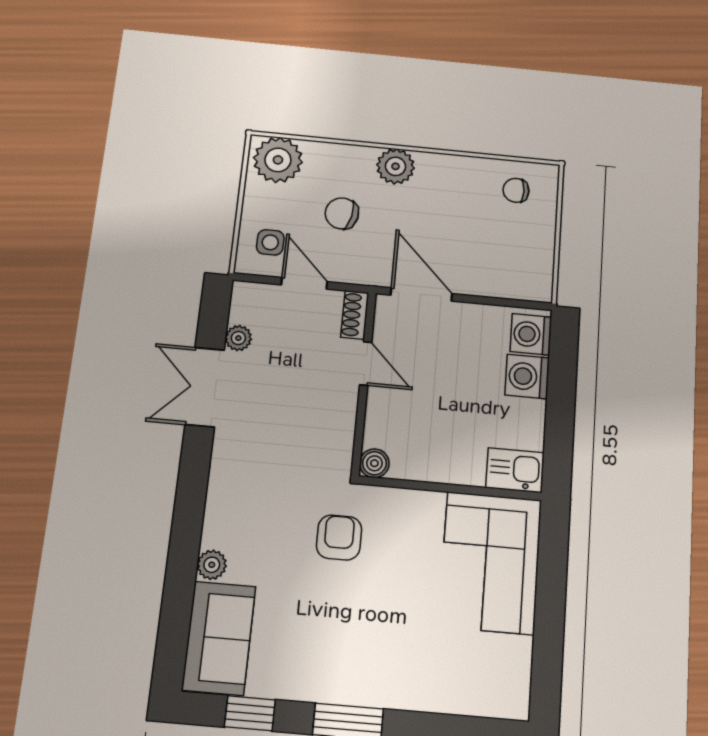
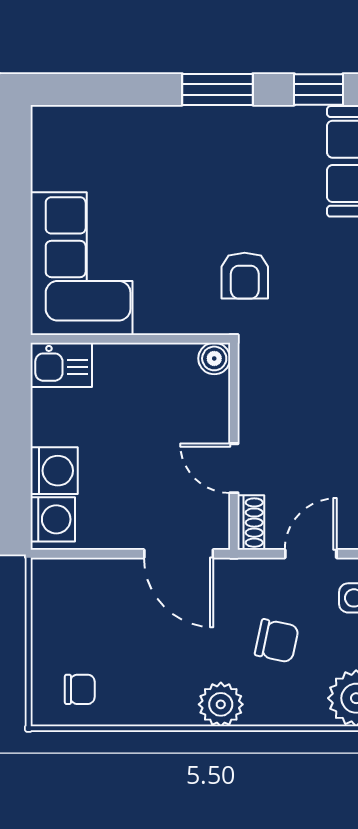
door: (304, 283) -> (311, 554), swing flipped

